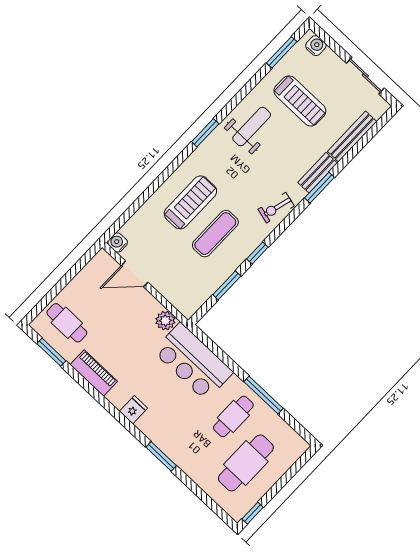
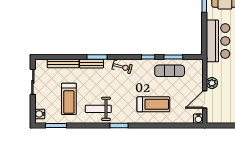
treadmill: (300, 101) -> (69, 99), turned 180
treadmill: (190, 202) -> (153, 104), turned 180
exercise mat: (215, 234) -> (170, 71), moved
door: (135, 274) -> (205, 99), swing flipped
plant: (165, 321) -> (212, 83), moved

